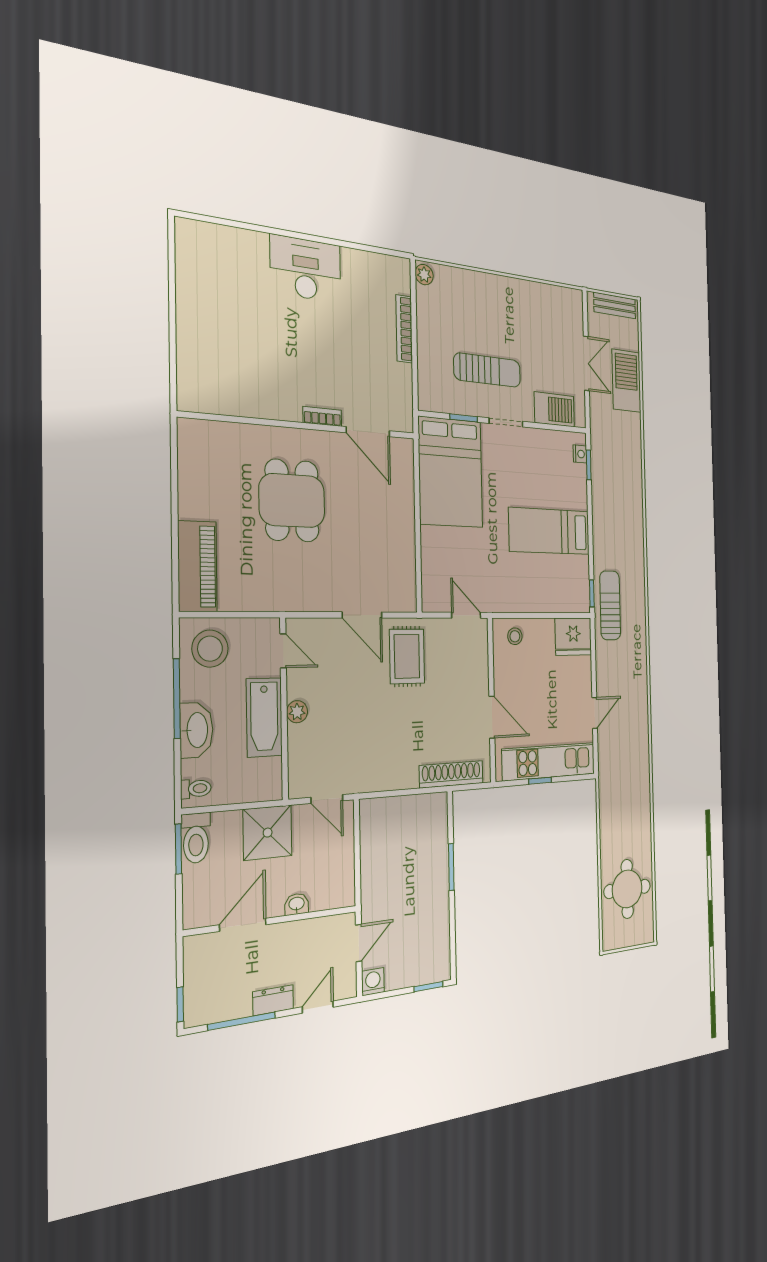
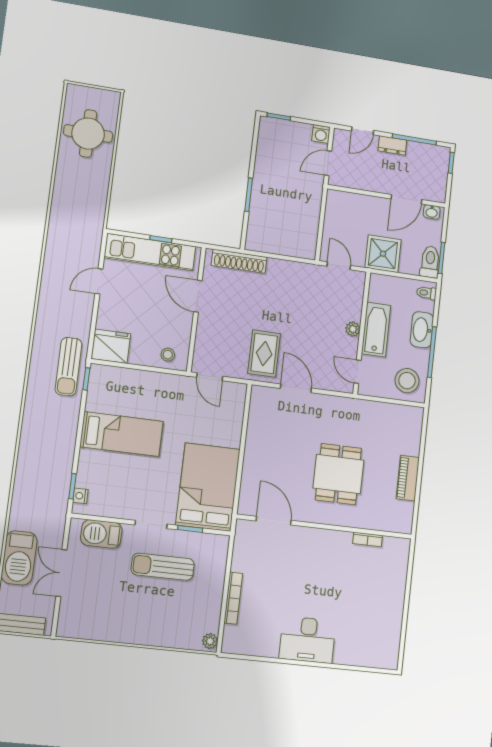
bookcase: (322, 416) -> (367, 539), moved
piano: (197, 566) -> (408, 478), moved, width x0.73, depth x0.75
washbasin: (297, 904) -> (432, 212), moved

